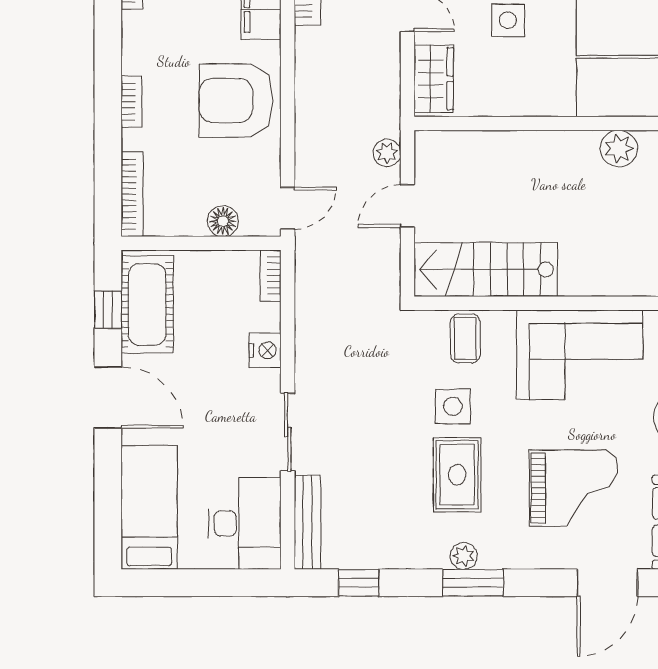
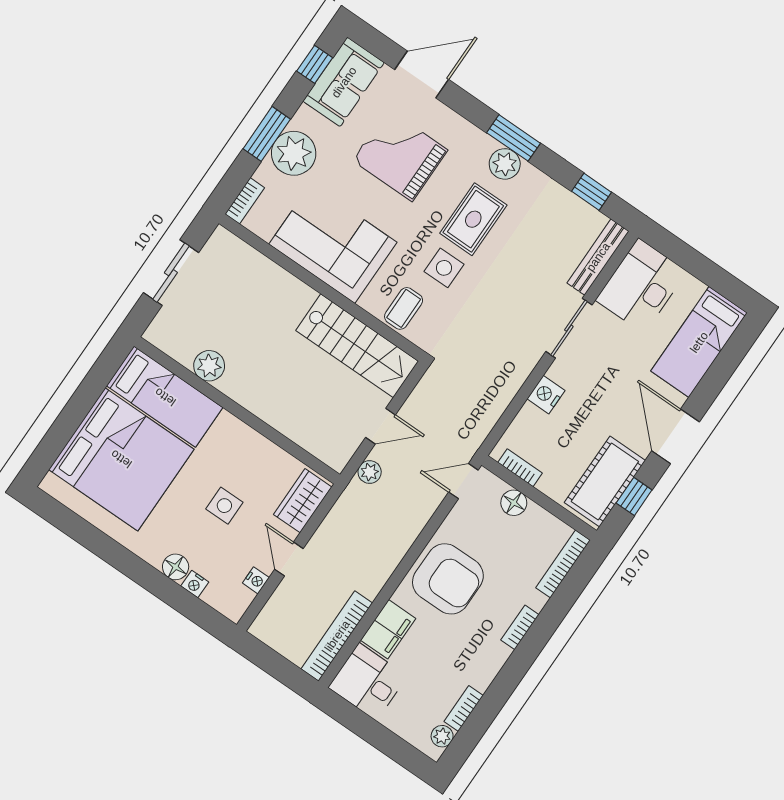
bookcase: (271, 276) -> (520, 468), moved, turned -90
plant: (464, 556) -> (505, 164), width x1.38, depth x1.38

